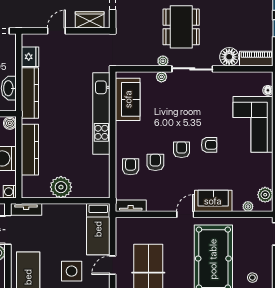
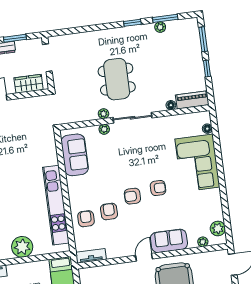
floor lamp: (229, 57) -> (171, 105), width x0.53, depth x0.53
kitchen unit: (101, 114) -> (56, 205), moved
armchair: (182, 150) -> (132, 196), turned -90

